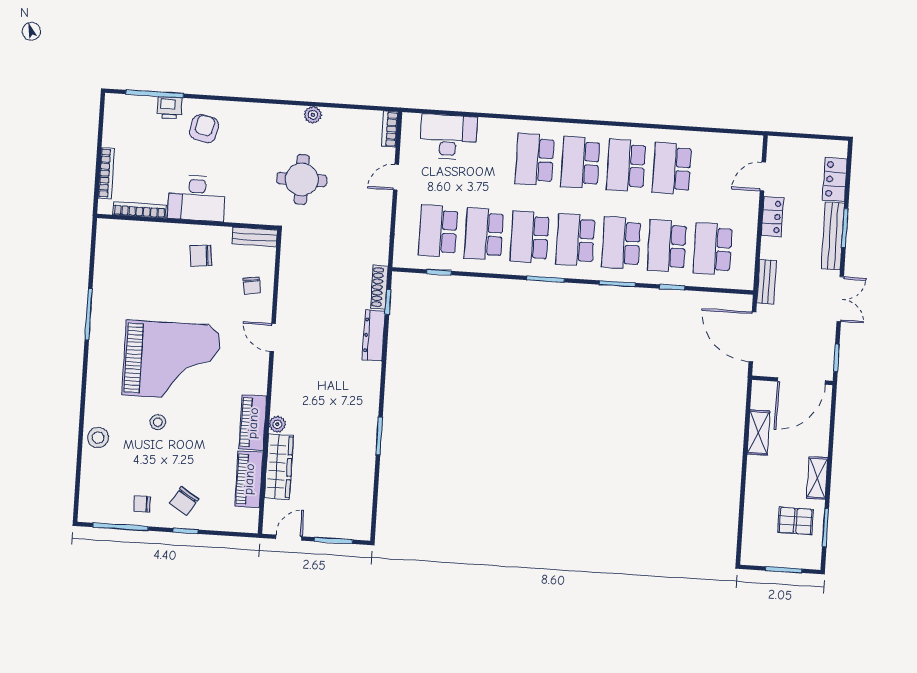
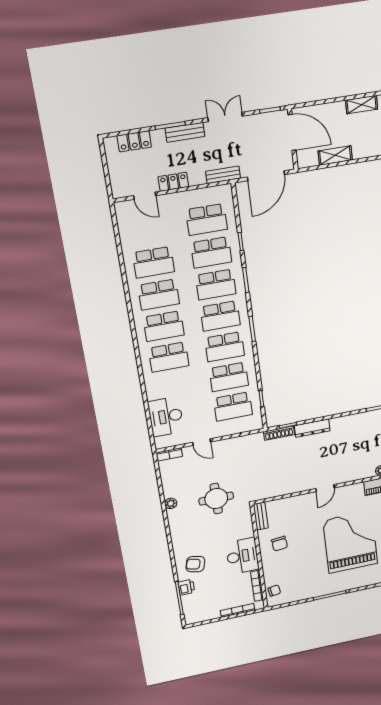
bench: (833, 236) -> (185, 132), width x0.73
chair: (252, 286) -> (274, 591), moved

